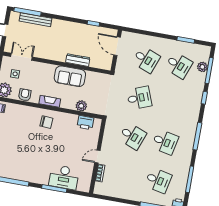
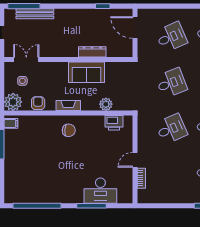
desk: (146, 59) -> (171, 37), turned -45
desk: (132, 136) -> (171, 129), turned -45

